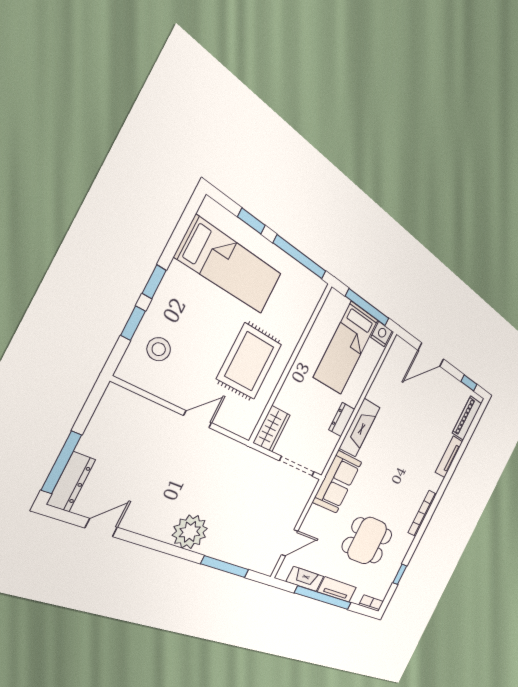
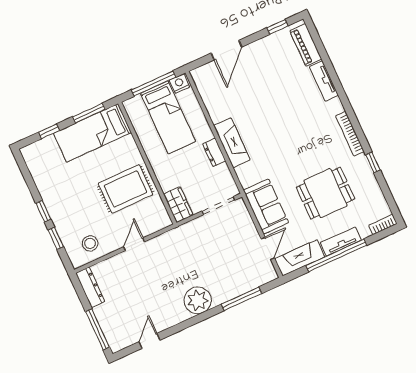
window: (300, 257) -> (89, 113), width x0.69
bed: (230, 266) -> (92, 133), moved, turned 180
stool: (159, 349) -> (90, 243), moved
rug: (249, 361) -> (126, 189), turned 90
dresser: (71, 482) -> (90, 287), moved
sofa: (337, 482) -> (266, 206), moved
window: (400, 574) -> (373, 162), moved
fireplace: (305, 579) -> (300, 258), width x1.37, depth x1.32

